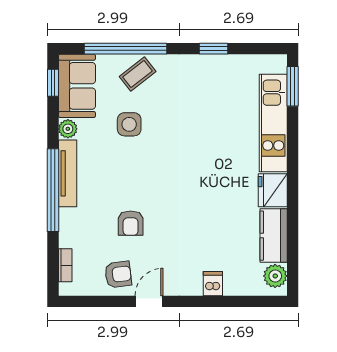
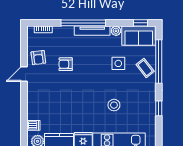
stool: (207, 133) -> (114, 105), added
dishwasher: (213, 284) -> (33, 125), moved
door: (149, 301) -> (24, 74), swing flipped

